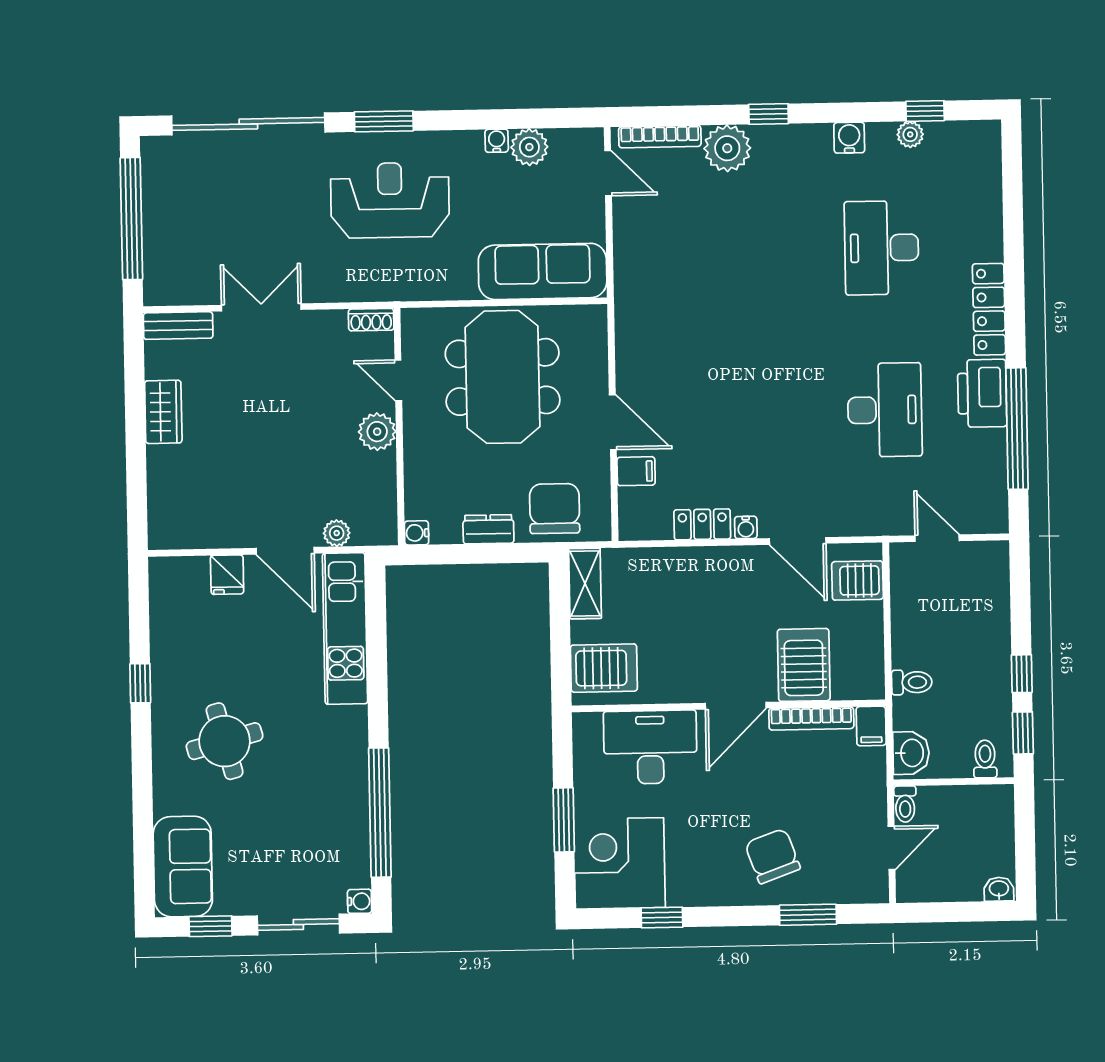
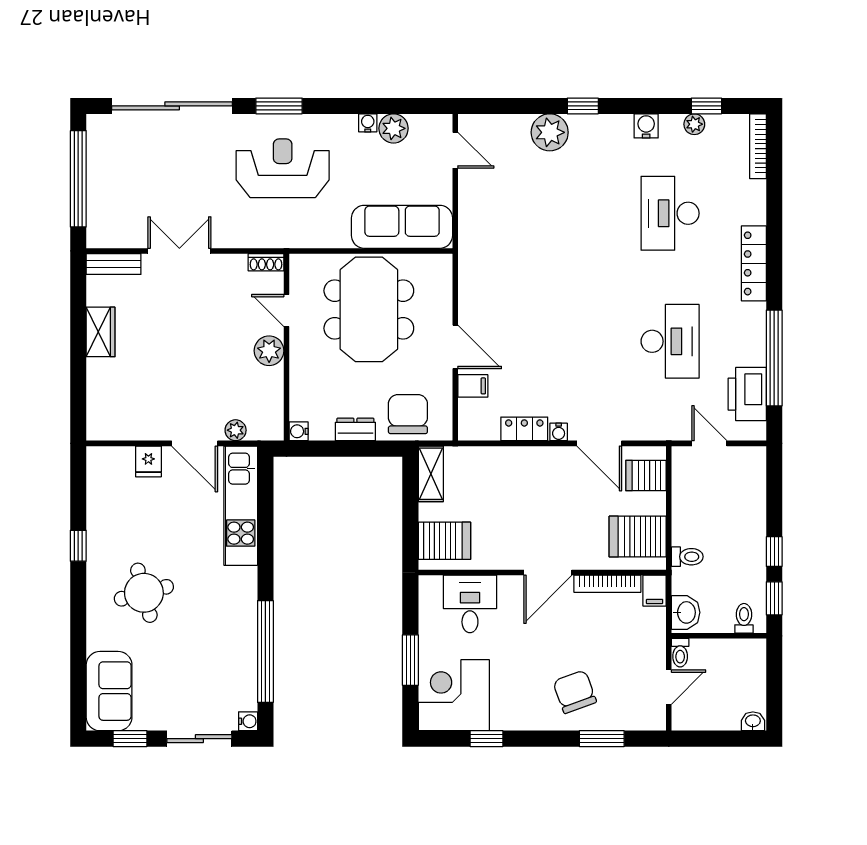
bookcase: (660, 137) -> (758, 146), moved, turned 90
printer: (982, 393) -> (747, 394), moved
server rack: (804, 665) -> (638, 537), moved, turned -90
desk: (650, 747) -> (470, 604), width x0.73

